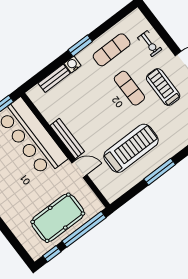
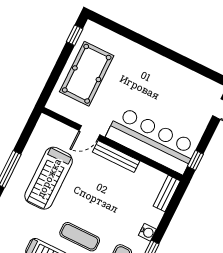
bench: (54, 78) -> (167, 193), moved
window: (84, 229) -> (55, 75), removed

